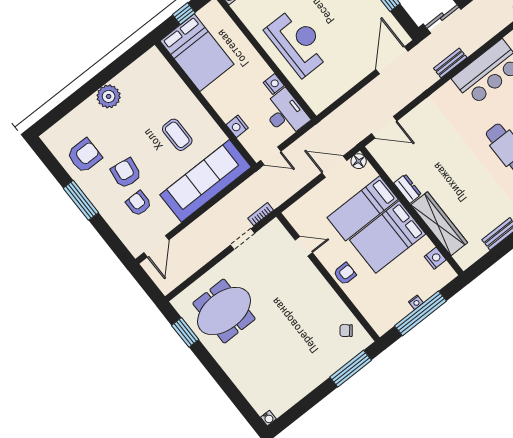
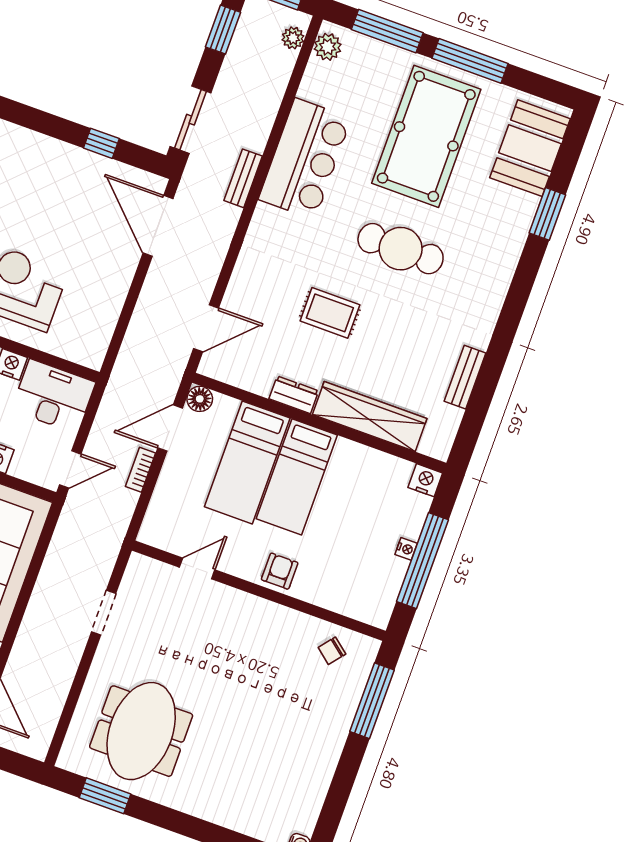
rug: (452, 159) -> (330, 313), added
bookcase: (261, 214) -> (140, 470), moved
bed: (388, 237) -> (297, 477), width x0.67
nightstand: (435, 258) -> (425, 480), moved

